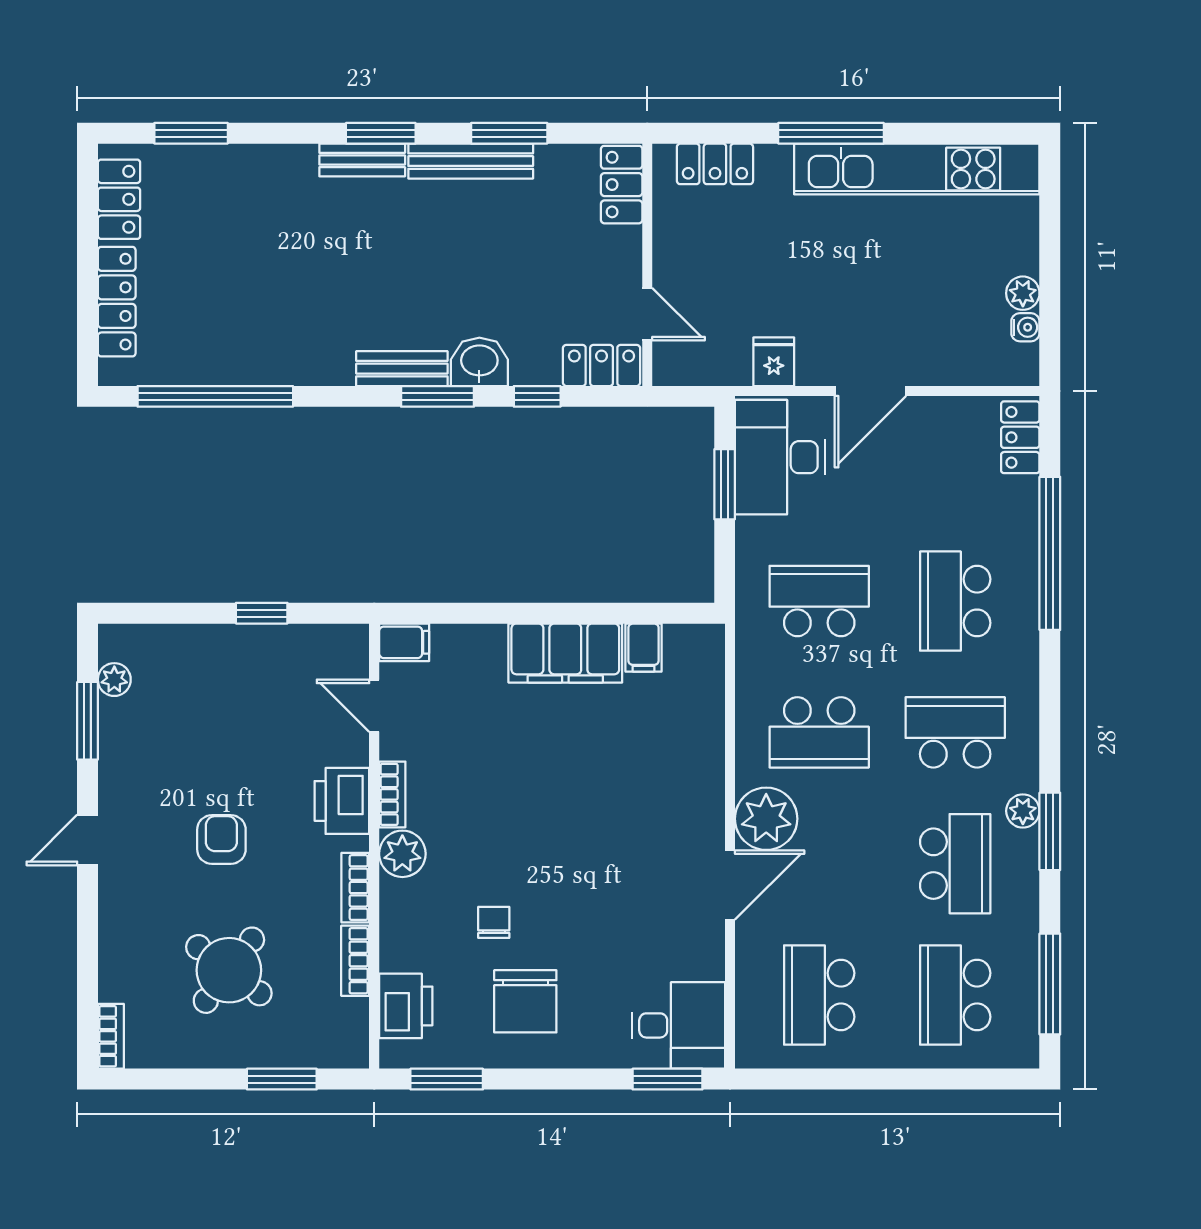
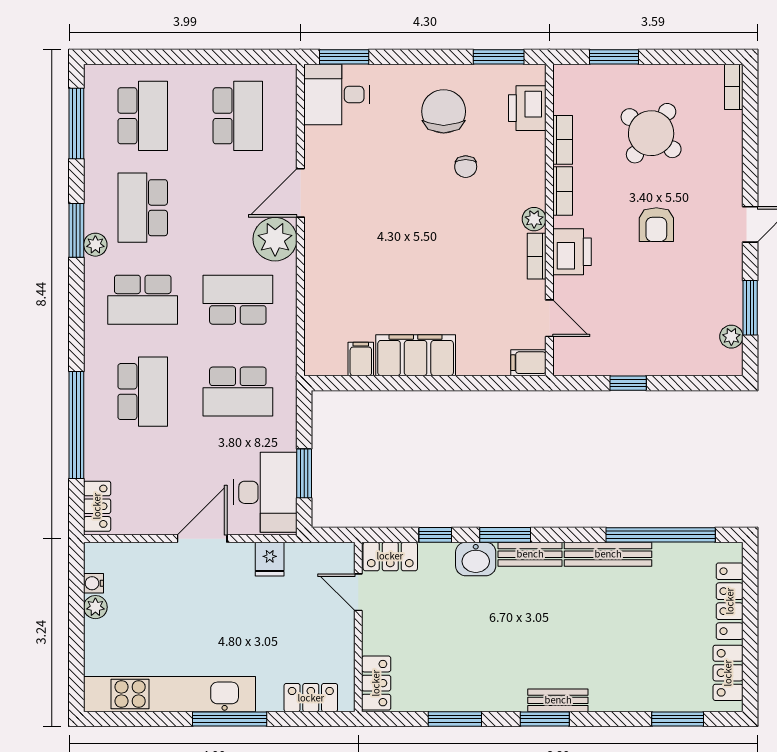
bench: (471, 161) -> (608, 554), moved
plant: (402, 854) -> (534, 219), width x0.73, depth x0.73

